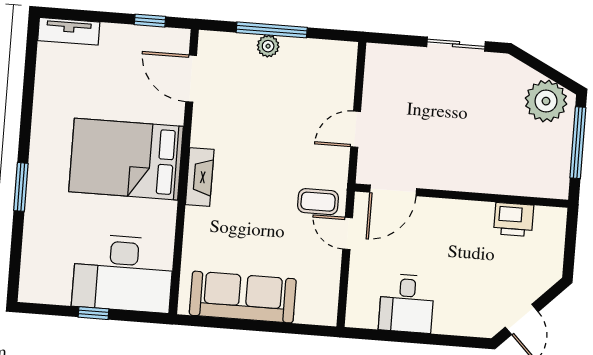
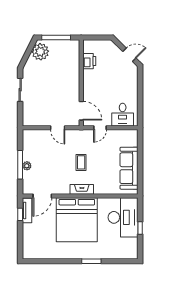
tv unit: (69, 31) -> (27, 210), moved
bed: (126, 159) -> (77, 220), width x1.36
coffee table: (318, 202) -> (81, 162), moved
desk: (407, 303) -> (123, 115), moved, turned 90

